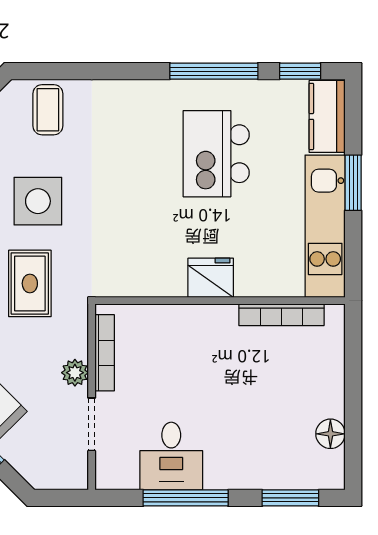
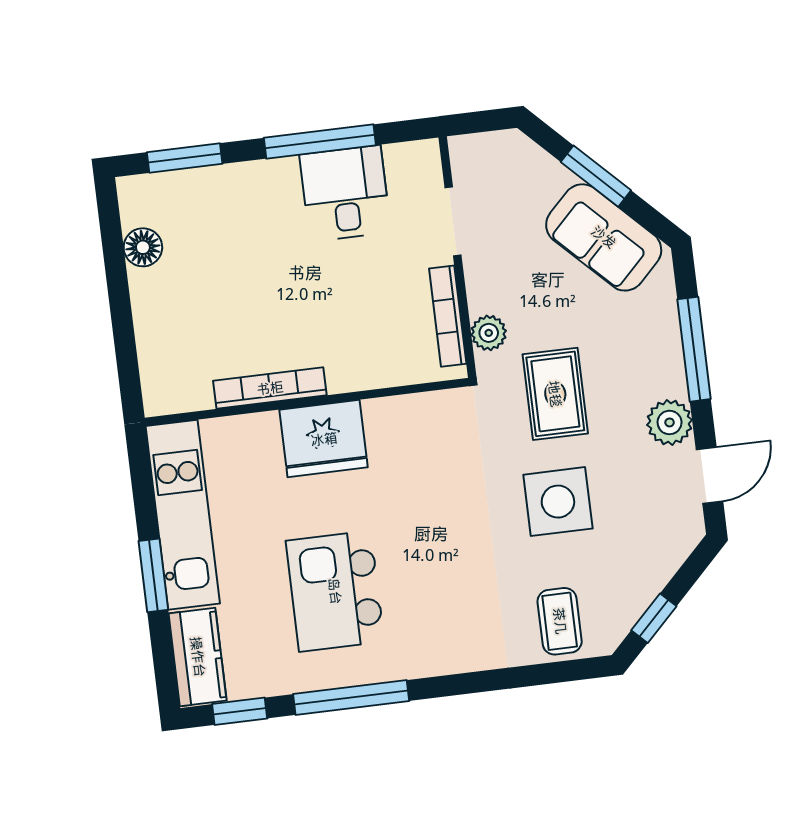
kitchen island: (216, 154) -> (335, 591), turned 180
fridge: (211, 278) -> (324, 439), width x1.36, depth x1.34
bookcase: (281, 315) -> (270, 388), moved
plant: (75, 373) -> (489, 333), moved

